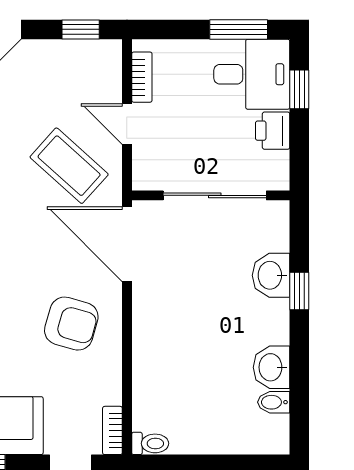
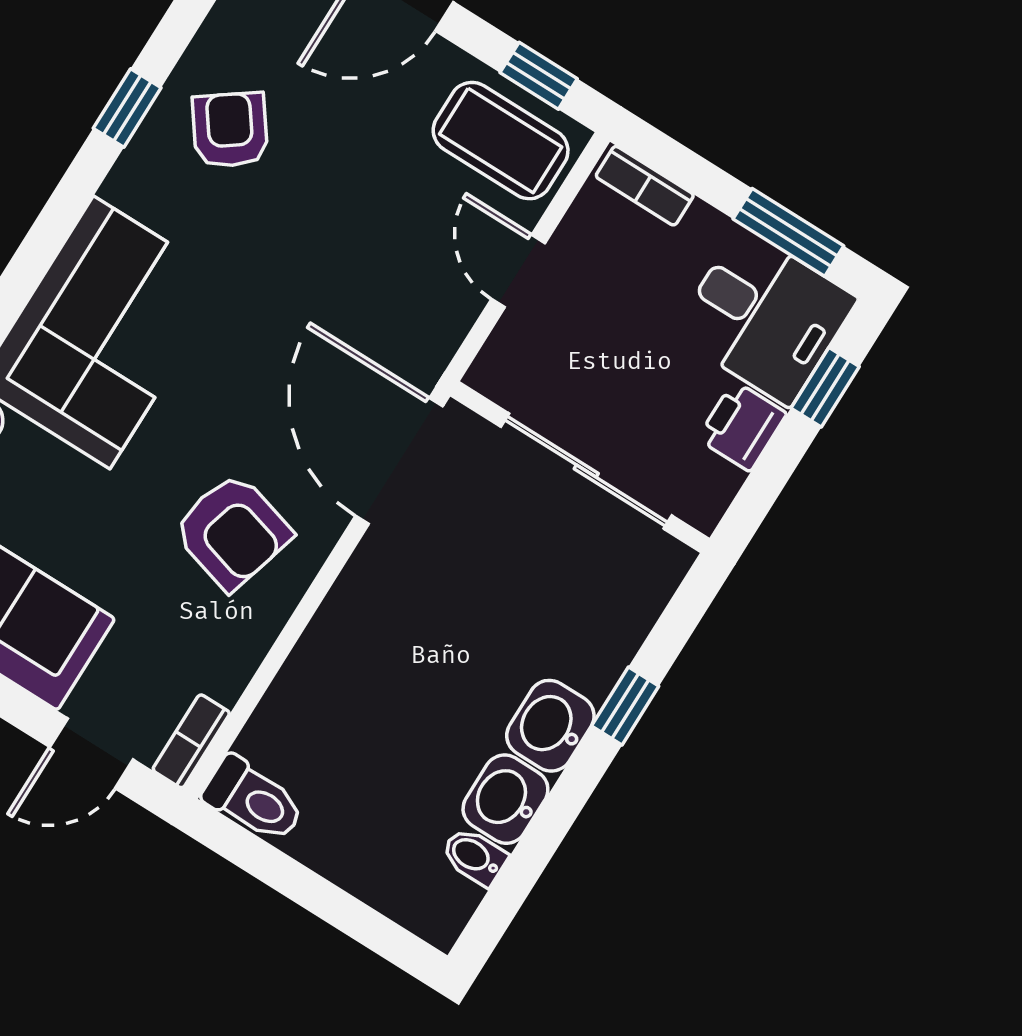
bookcase: (142, 77) -> (645, 186), moved, turned 90
coffee table: (69, 166) -> (501, 141), moved, turned -42
washbasin: (271, 275) -> (550, 726), moved
toilet: (150, 443) -> (254, 800), width x1.37, depth x1.39

